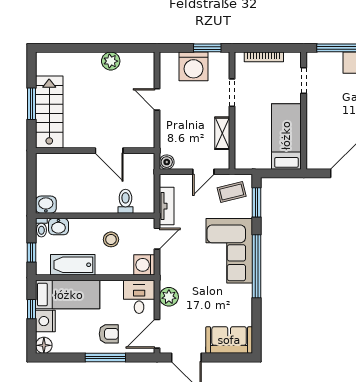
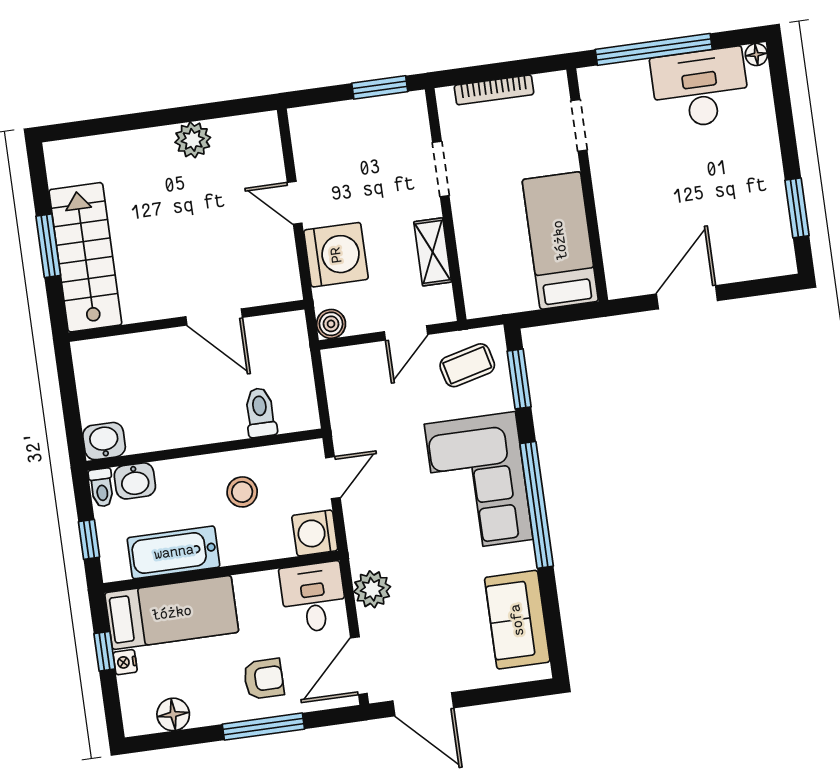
washing machine: (194, 66) -> (336, 255), moved, turned -90
tv unit: (167, 206) -> (343, 411), removed
nightstand: (45, 321) -> (125, 662), width x0.53, depth x0.56
sofa: (229, 340) -> (517, 620), moved, turned -90
floor lamp: (44, 345) -> (173, 714), moved

